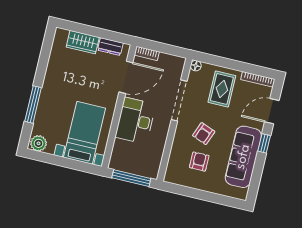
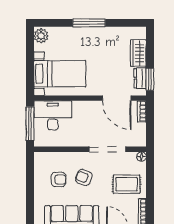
window: (114, 36) -> (150, 79), added
window: (33, 105) -> (89, 23), moved
desk: (135, 121) -> (53, 115), moved

